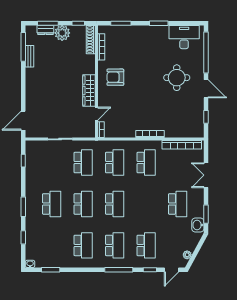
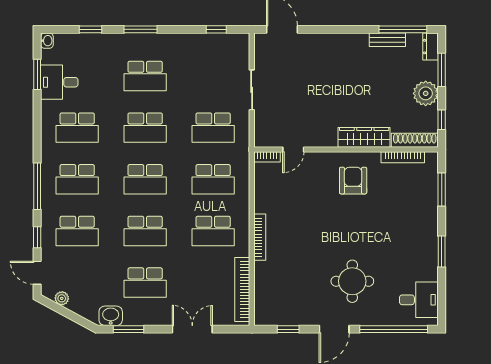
dresser: (45, 30) -> (431, 47), moved
desk: (184, 37) -> (419, 300), width x0.73
wardrobe: (89, 91) -> (364, 137), moved
door: (96, 114) -> (293, 150), hinge flipped
school desk: (146, 204) -> (145, 231), added
desk: (55, 256) -> (59, 82), added

